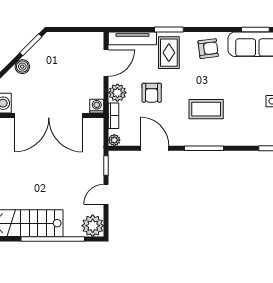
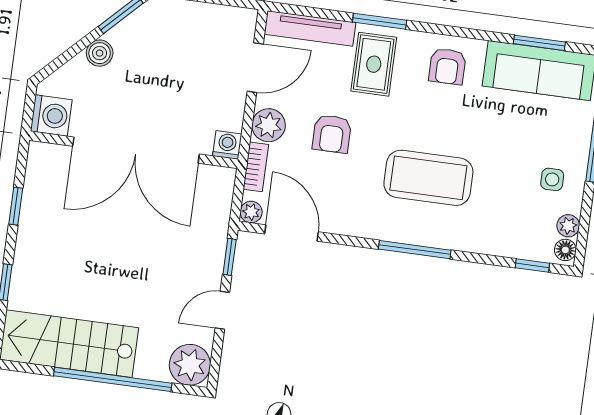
armchair: (208, 49) -> (447, 66), turned 97
coffee table: (206, 109) -> (428, 178), width x1.36, depth x1.32
door: (155, 148) -> (291, 233), moved

